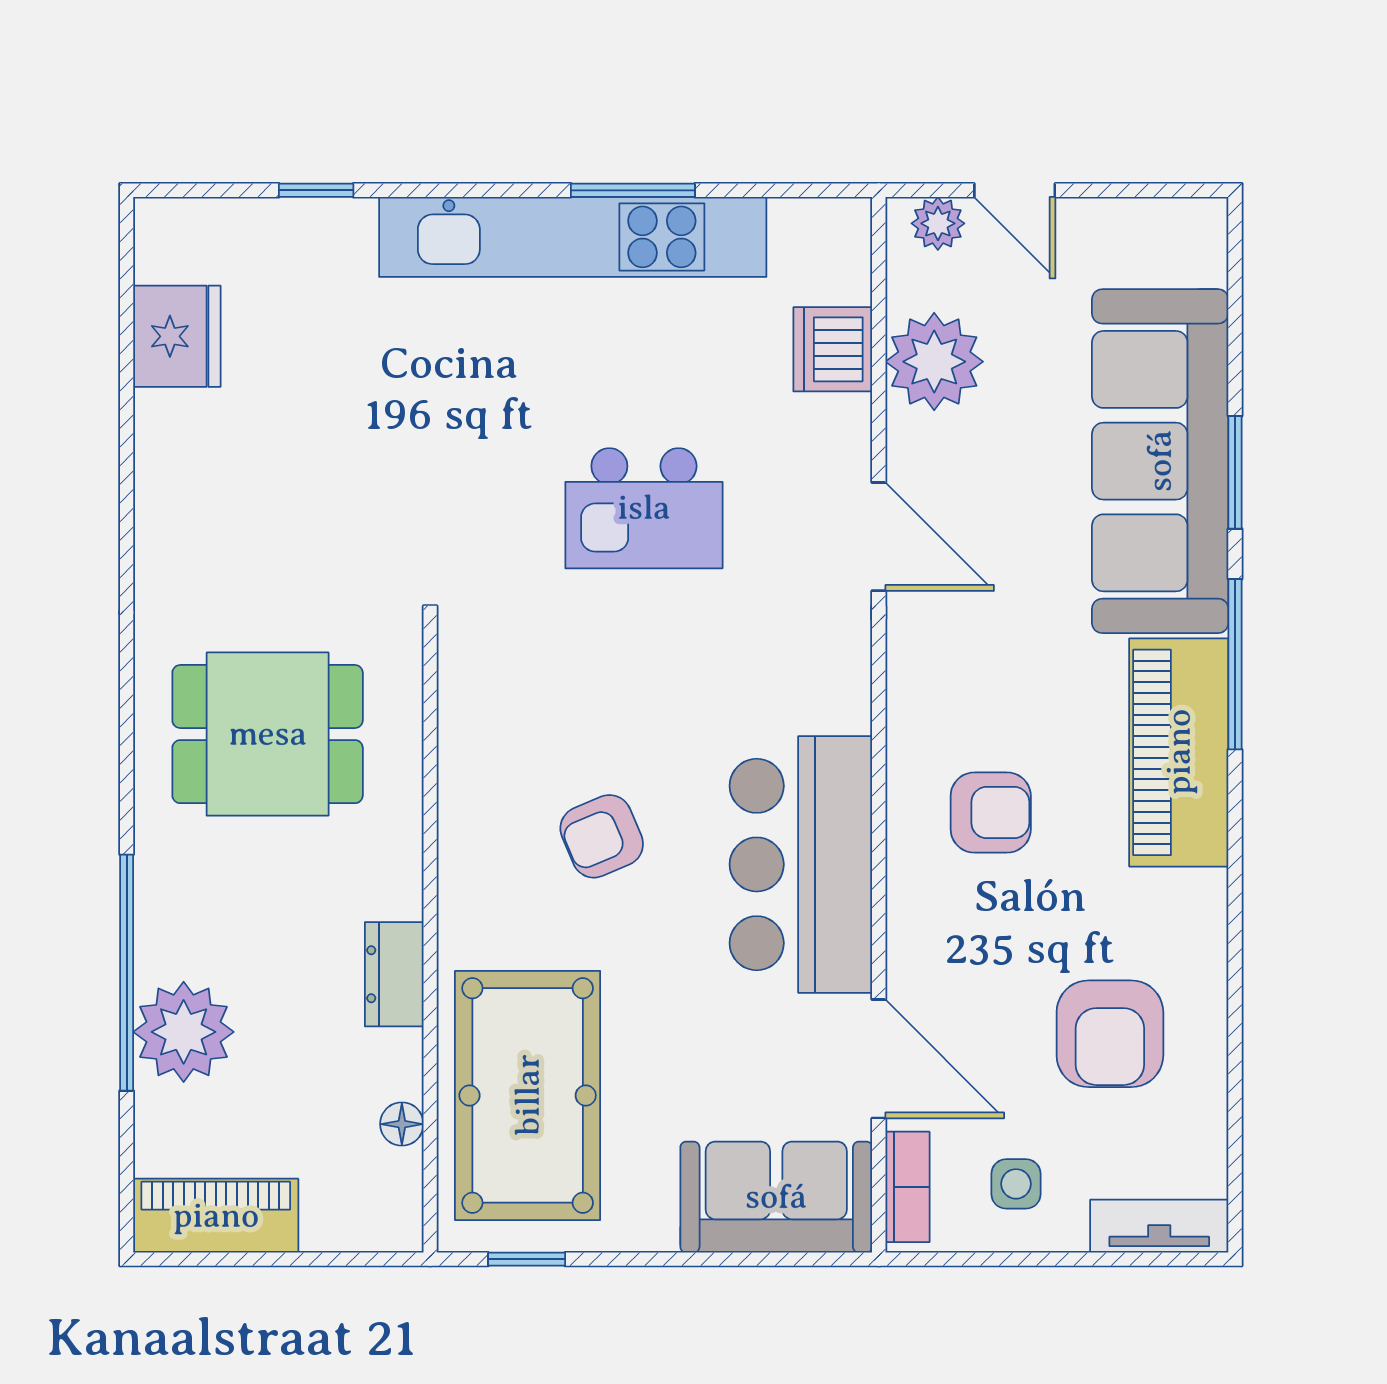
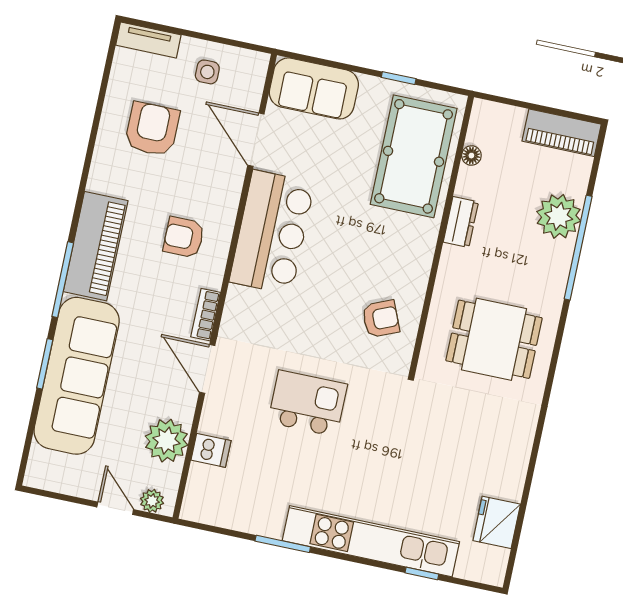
kitchen unit: (573, 237) -> (371, 541), moved
dishwasher: (833, 349) -> (211, 450), width x0.73
armchair: (602, 836) -> (381, 319), moved
bookcase: (907, 1187) -> (206, 315), moved
window: (527, 1259) -> (399, 78), moved

